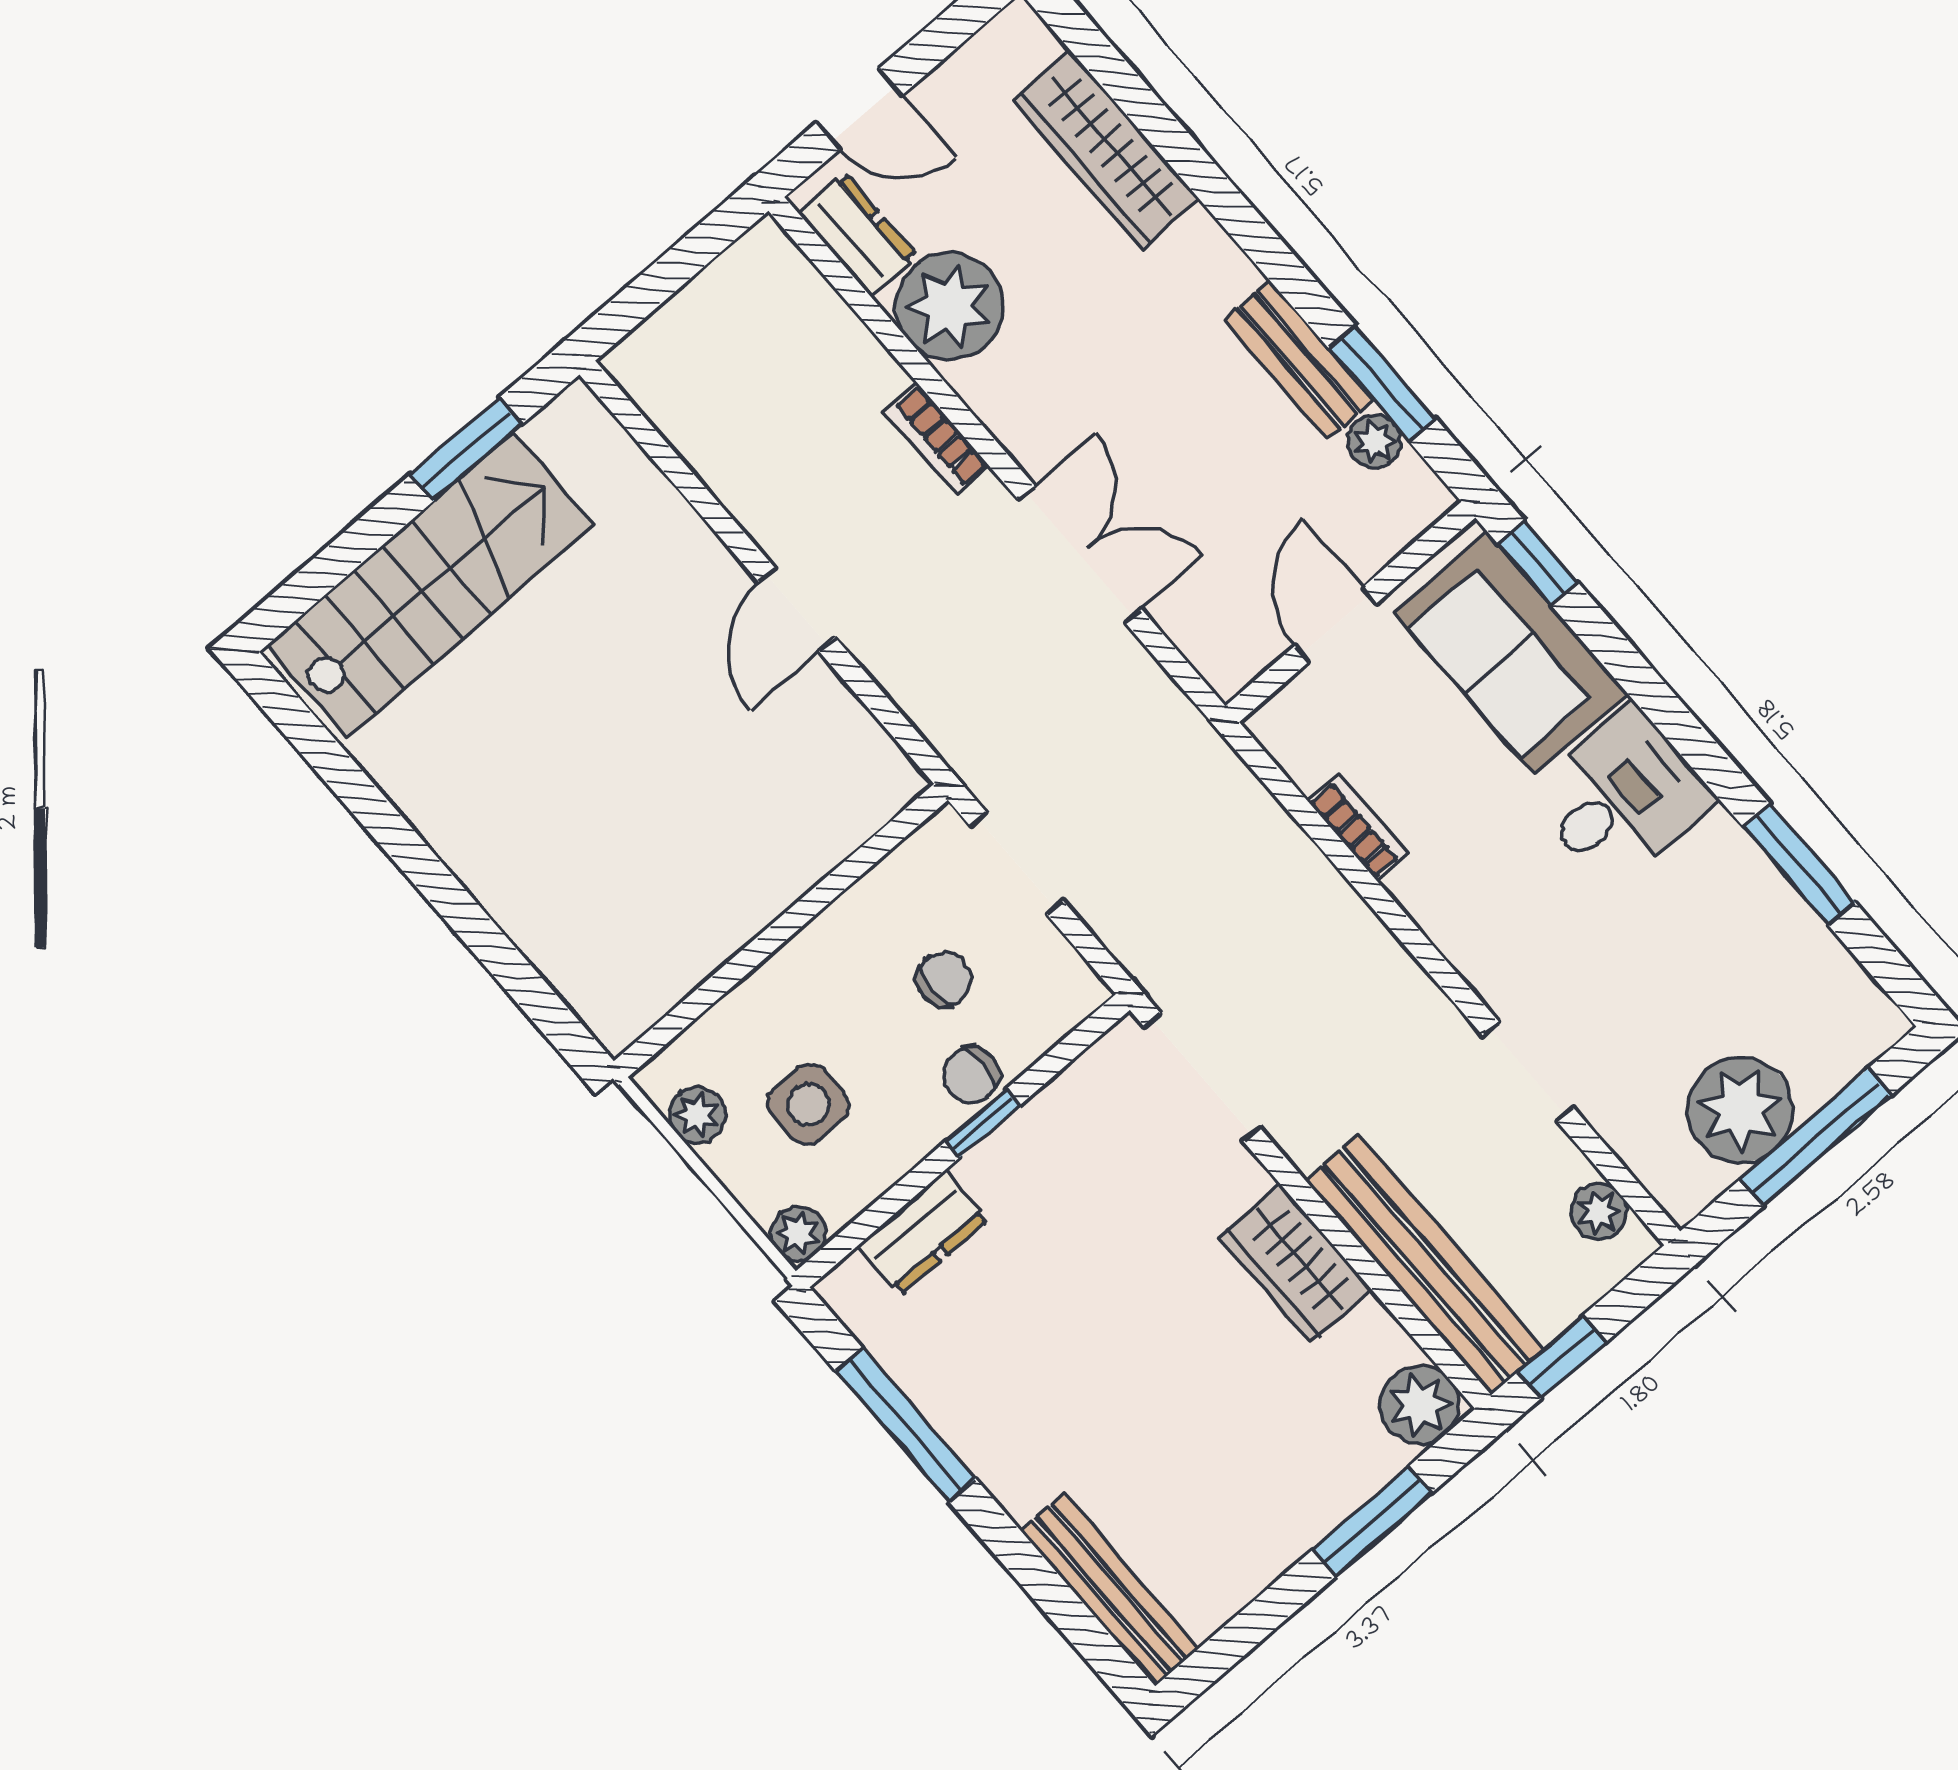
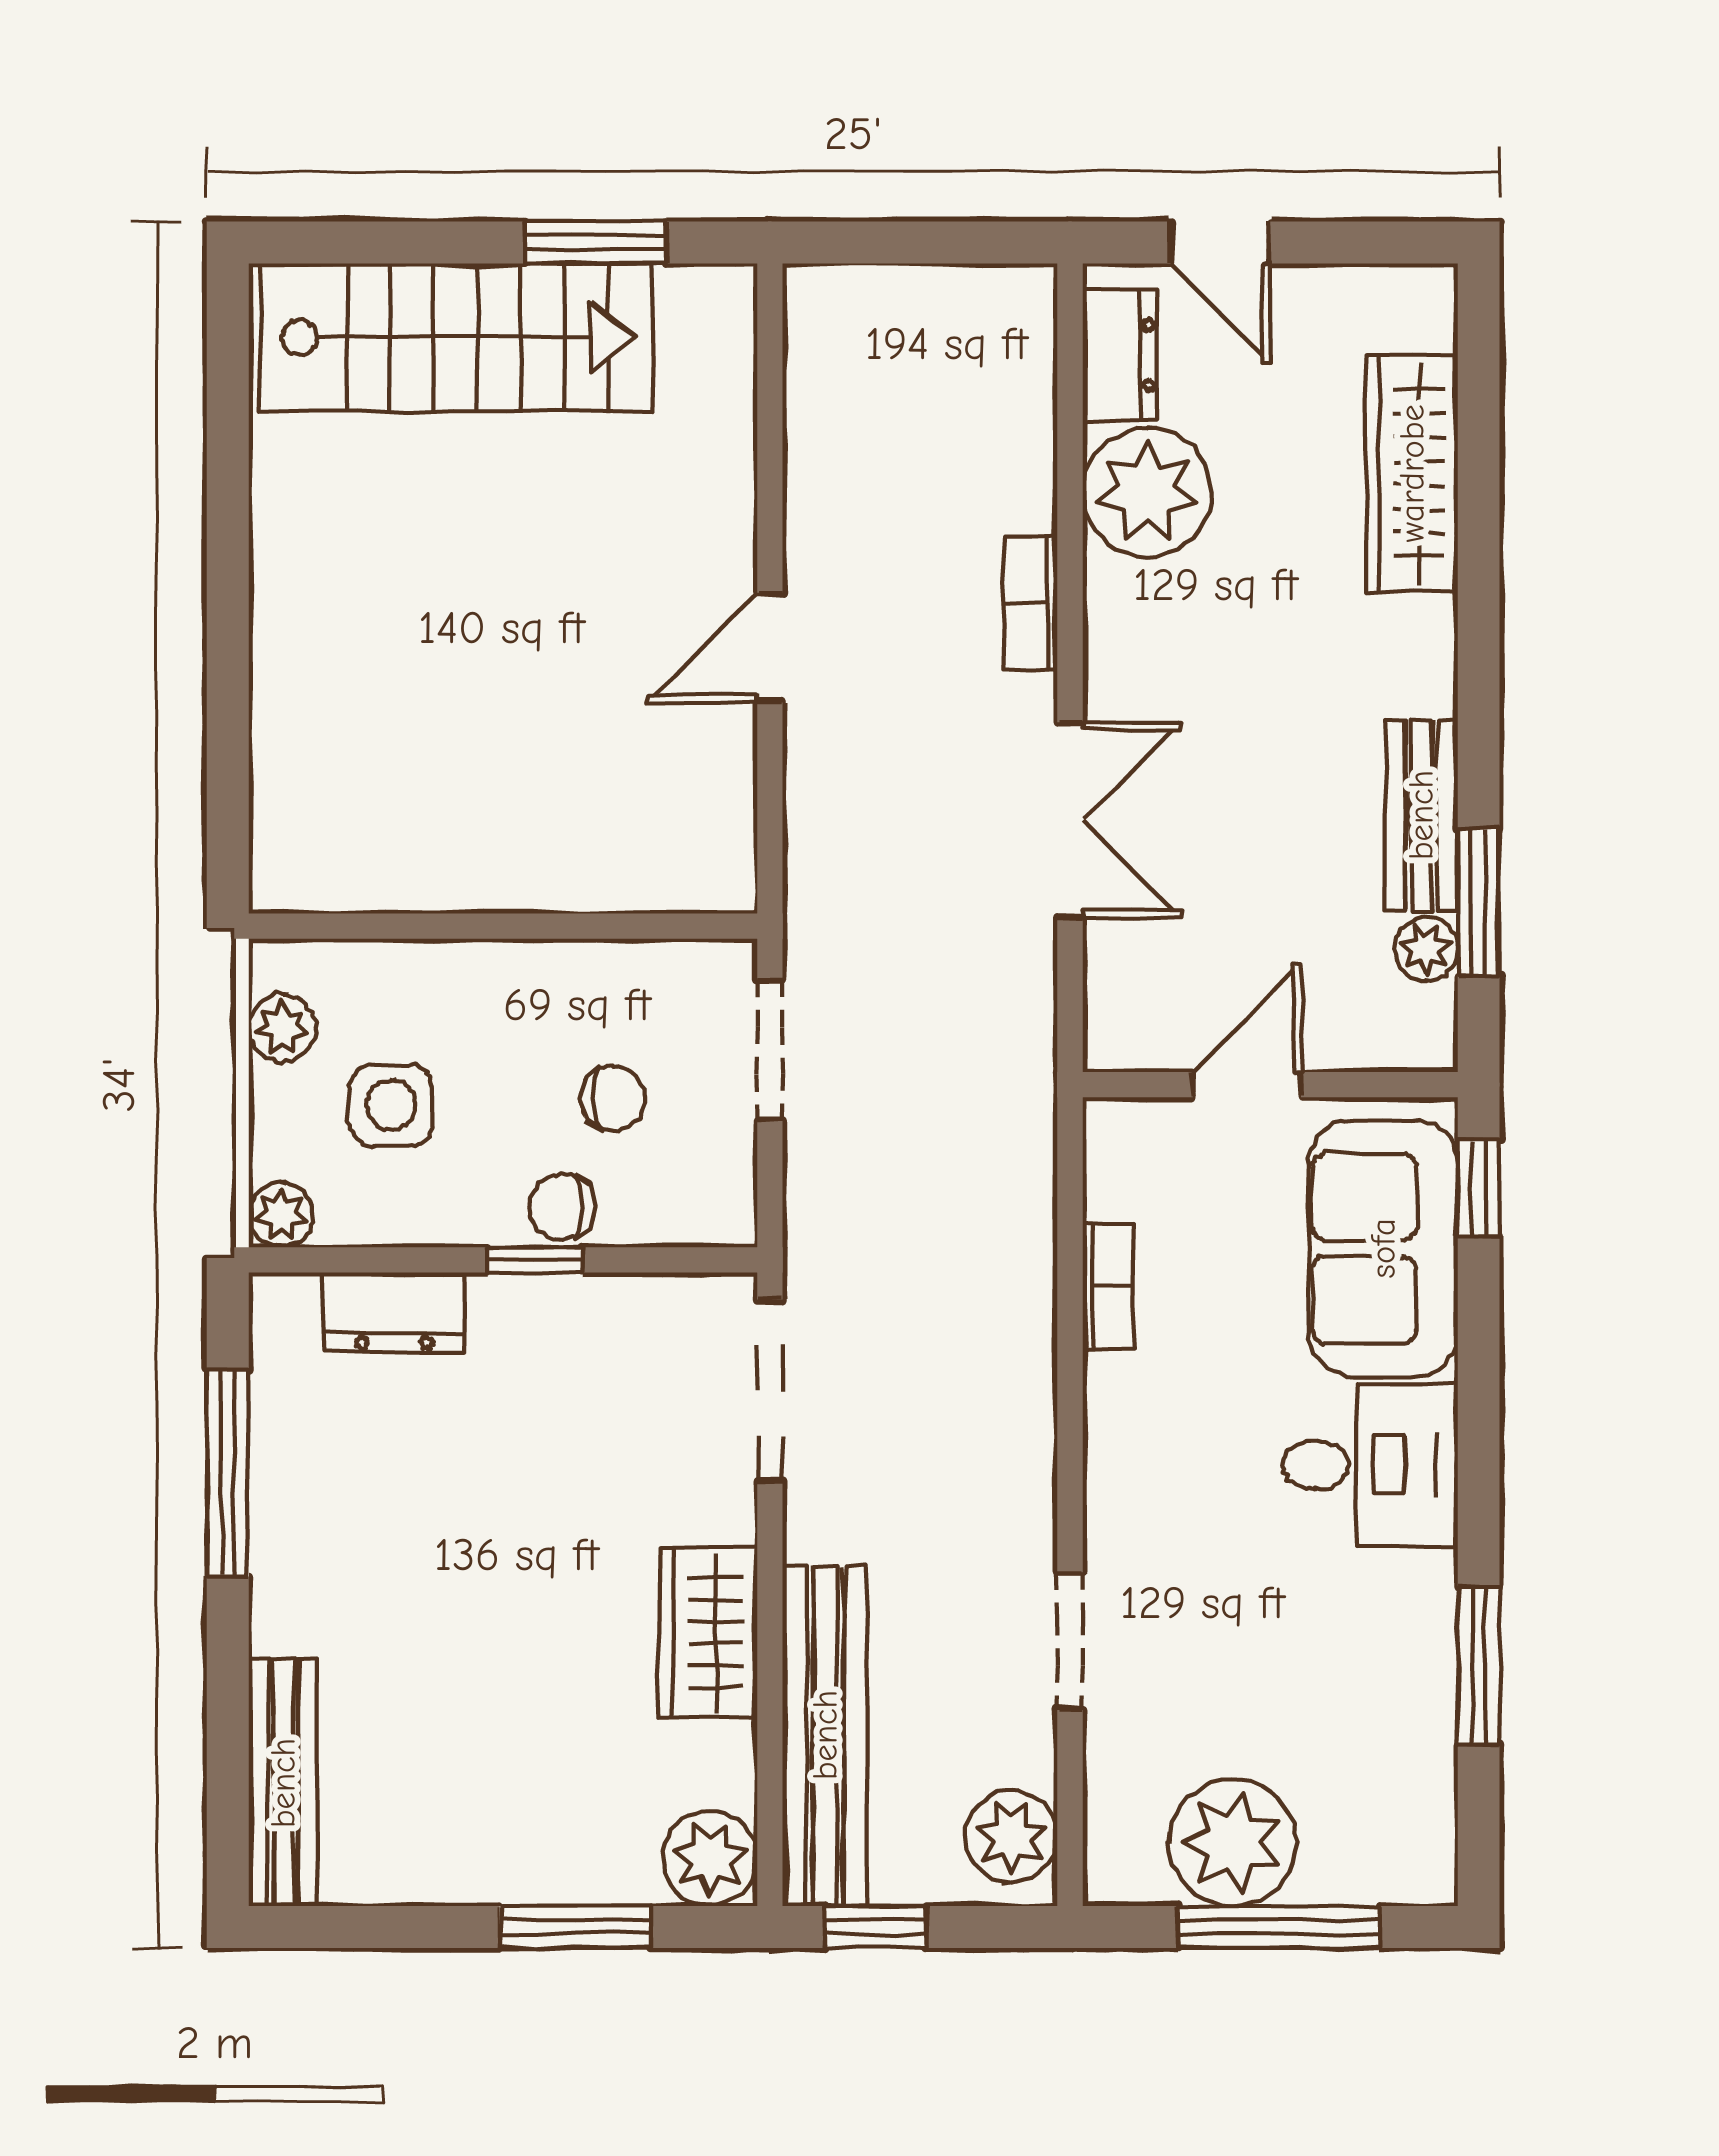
plant: (1599, 1212) -> (1012, 1837), width x1.38, depth x1.38

